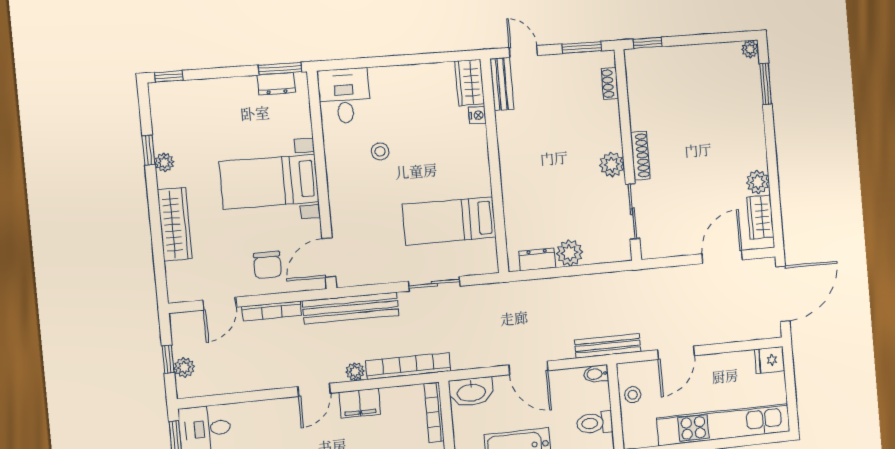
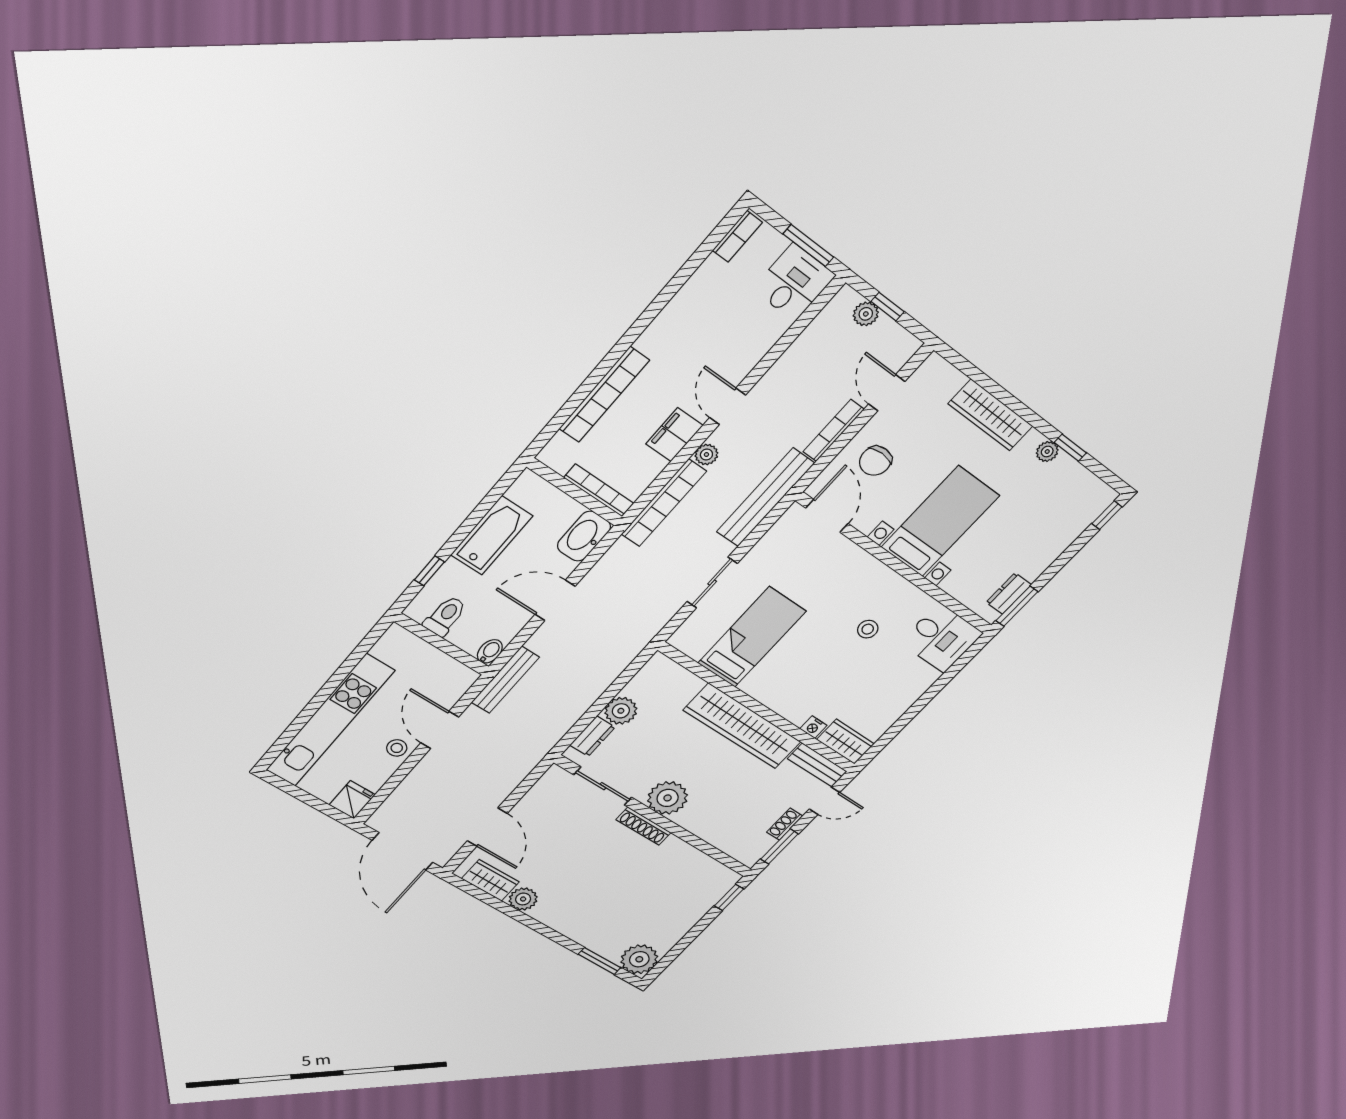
plant: (750, 49) -> (639, 959), width x1.88, depth x1.88
shoe rack: (610, 84) -> (785, 824), moved, turned -90
wardrobe: (515, 163) -> (742, 726), added
plant: (612, 165) -> (668, 798), width x1.36, depth x1.36
dresser: (537, 259) -> (592, 736), moved
chair: (267, 265) -> (875, 461), turned -90
stool: (633, 395) -> (397, 748), moved

